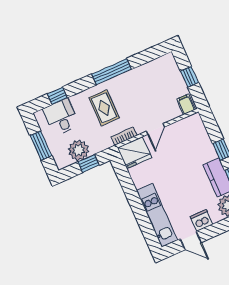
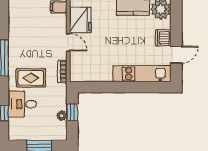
desk: (61, 117) -> (22, 104), moved
plant: (79, 150) -> (62, 116), width x0.53, depth x0.53
fridge: (135, 153) -> (80, 20), moved

